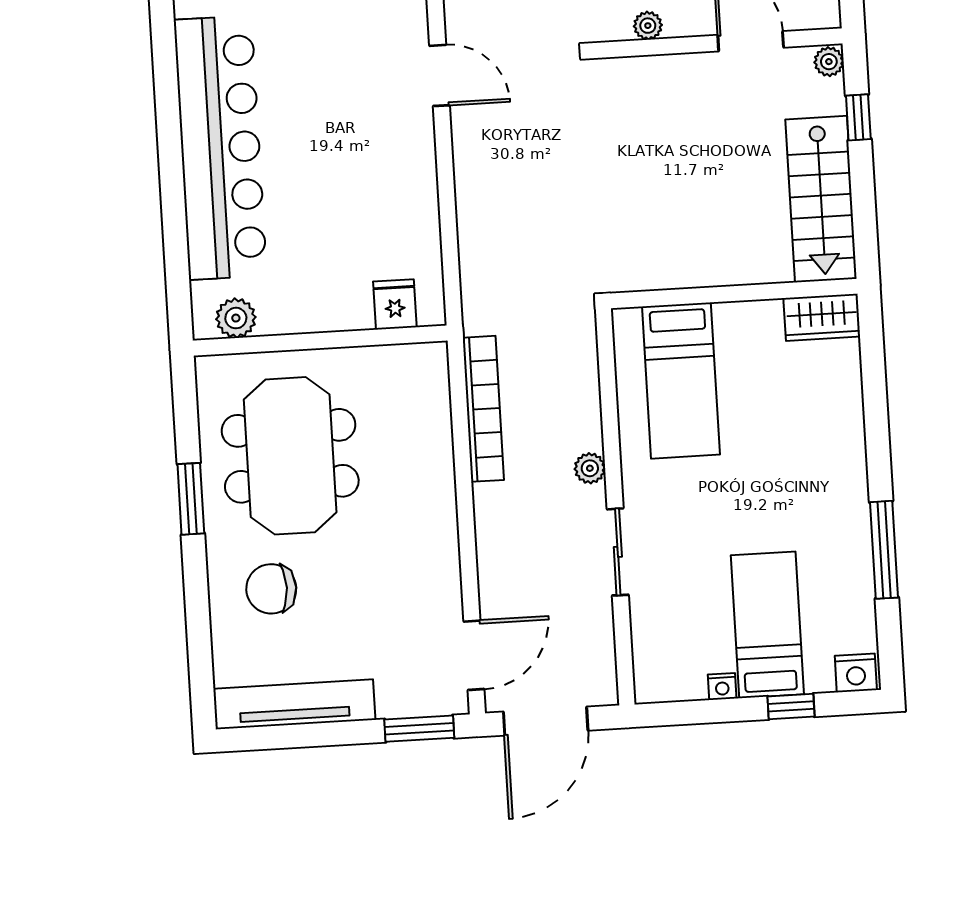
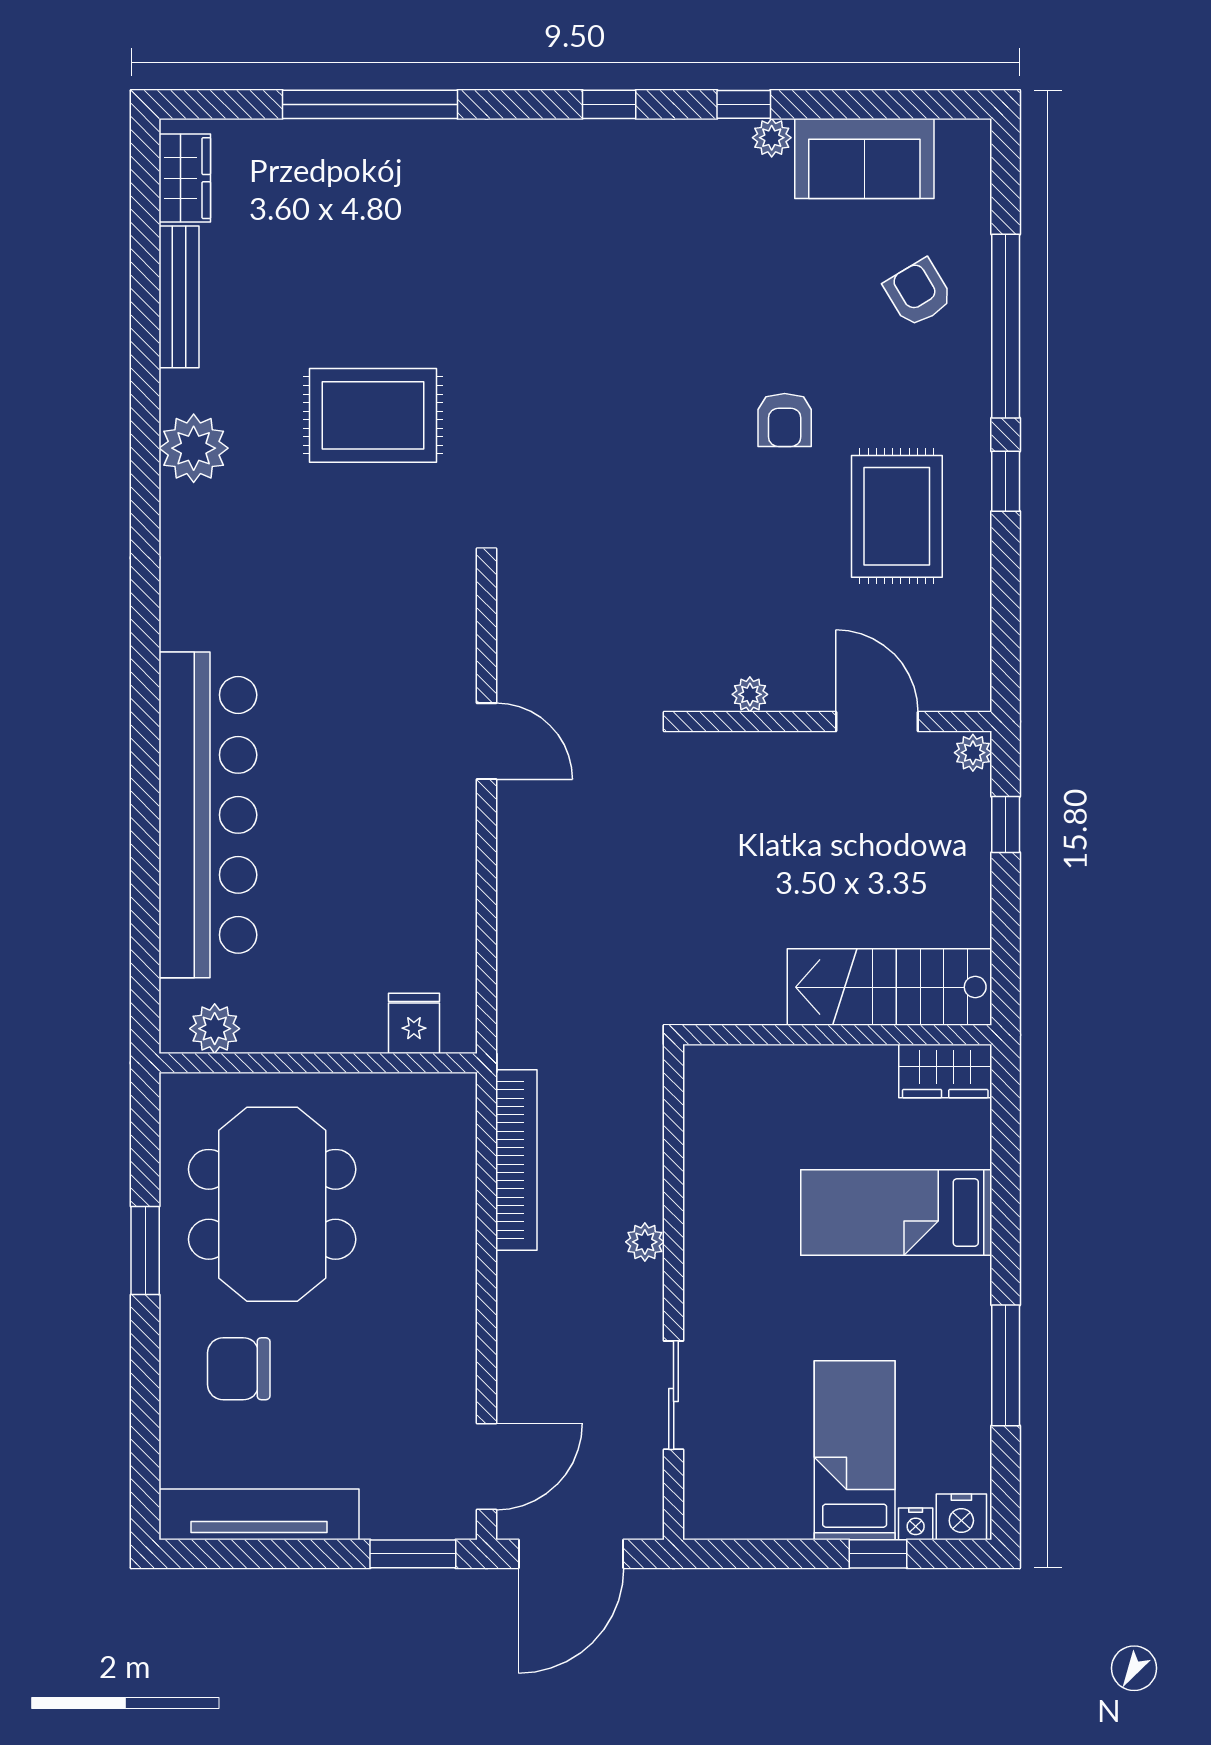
stairs: (821, 199) -> (890, 987), moved, turned 90
bed: (681, 381) -> (896, 1212), moved, turned 90
sliding door: (618, 552) -> (674, 1395), moved
nightstand: (722, 686) -> (916, 1524), moved

